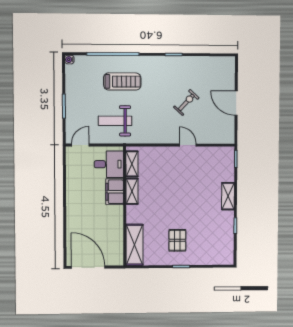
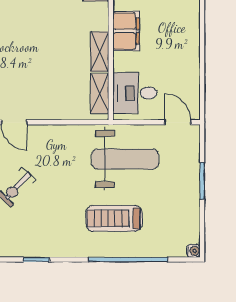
weight bench: (115, 121) -> (125, 159), width x1.36, depth x1.33
door: (80, 145) -> (178, 122), swing flipped
filing cabinet: (115, 192) -> (126, 31), moved

